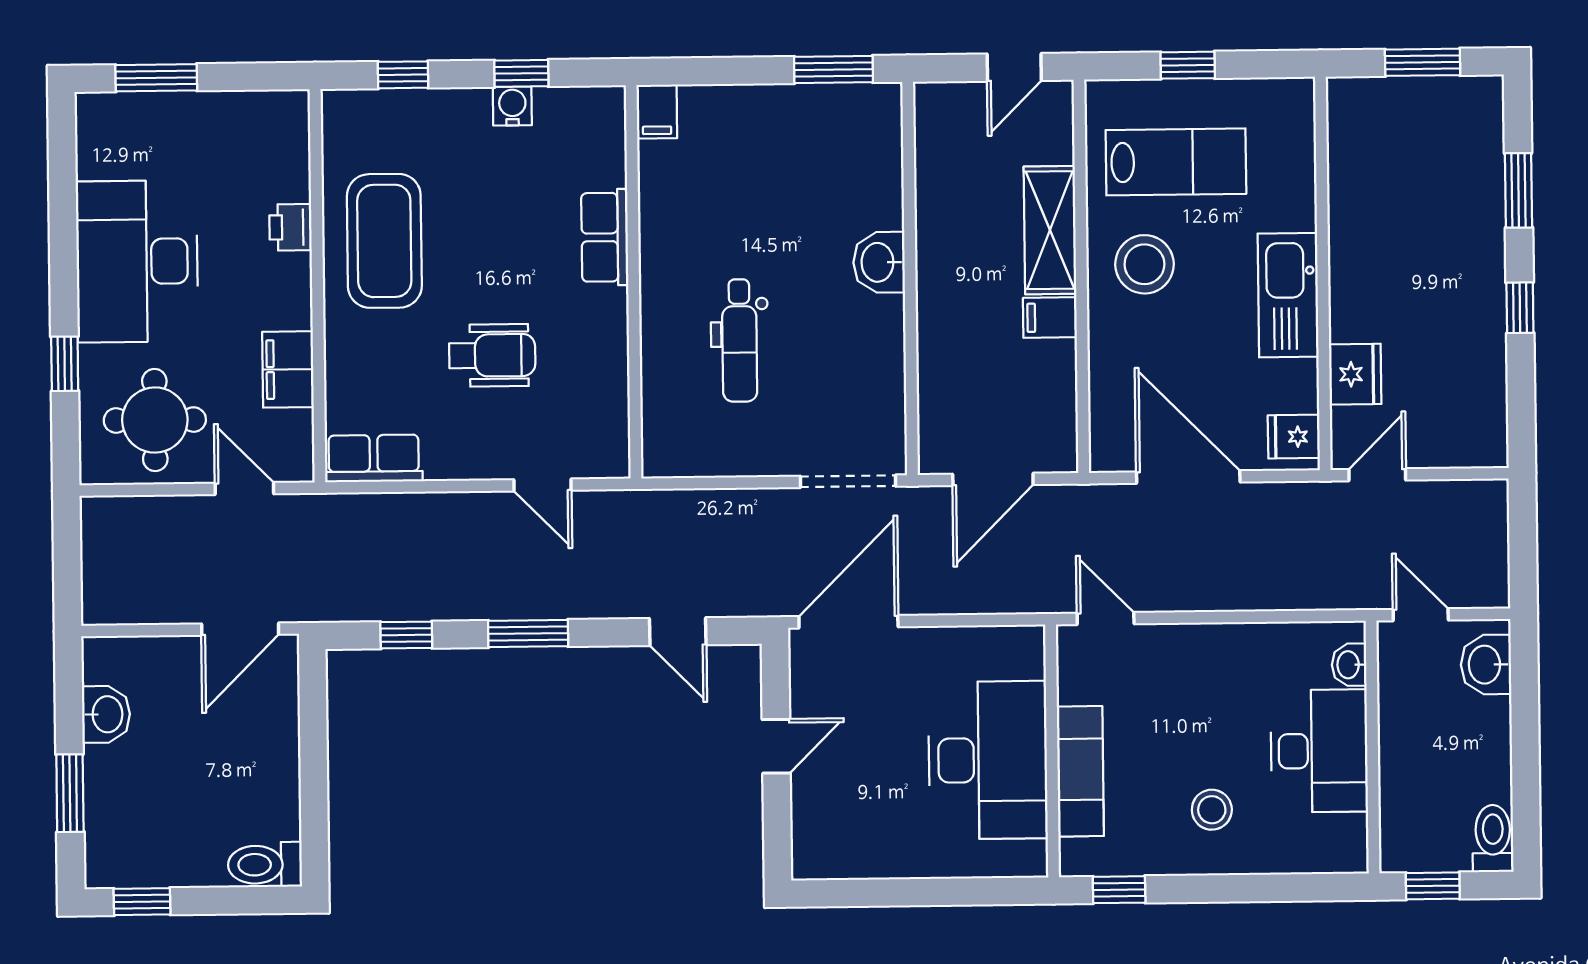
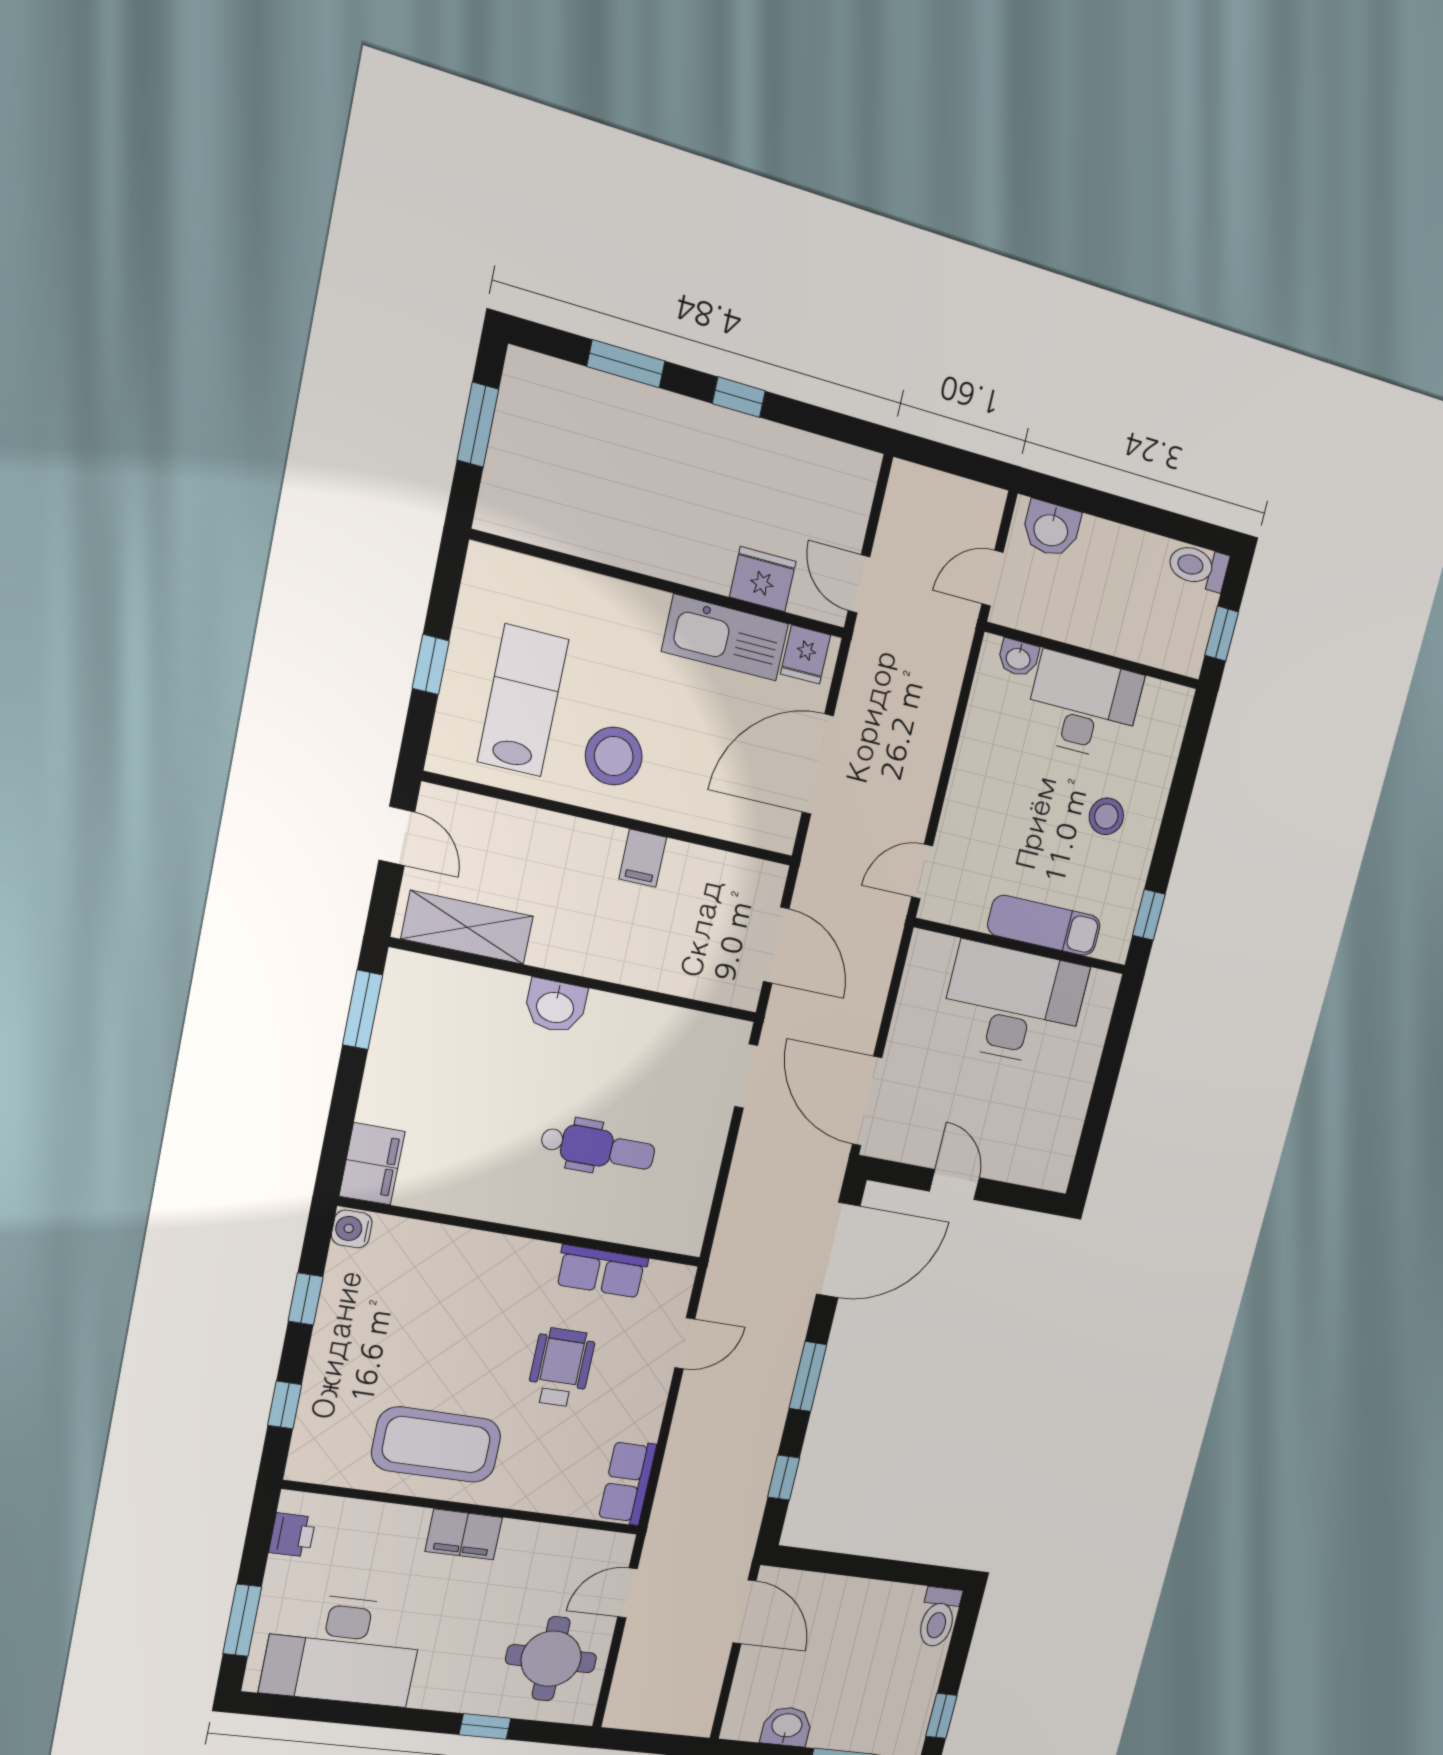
water cooler: (512, 106) -> (352, 1229), moved
filing cabinet: (657, 112) -> (372, 1164), width x2.00
printer: (290, 227) -> (292, 1535), moved, turned -90
shelving: (1050, 230) -> (467, 927), moved
row of seats: (605, 237) -> (602, 1271), moved
desk: (137, 261) -> (343, 1650), moved
kitchen sink: (1288, 295) -> (725, 638), moved
filing cabinet: (288, 369) -> (464, 1534), moved
doorway: (848, 481) -> (746, 1076), width x0.73
door: (678, 632) -> (838, 1250), width x1.87

